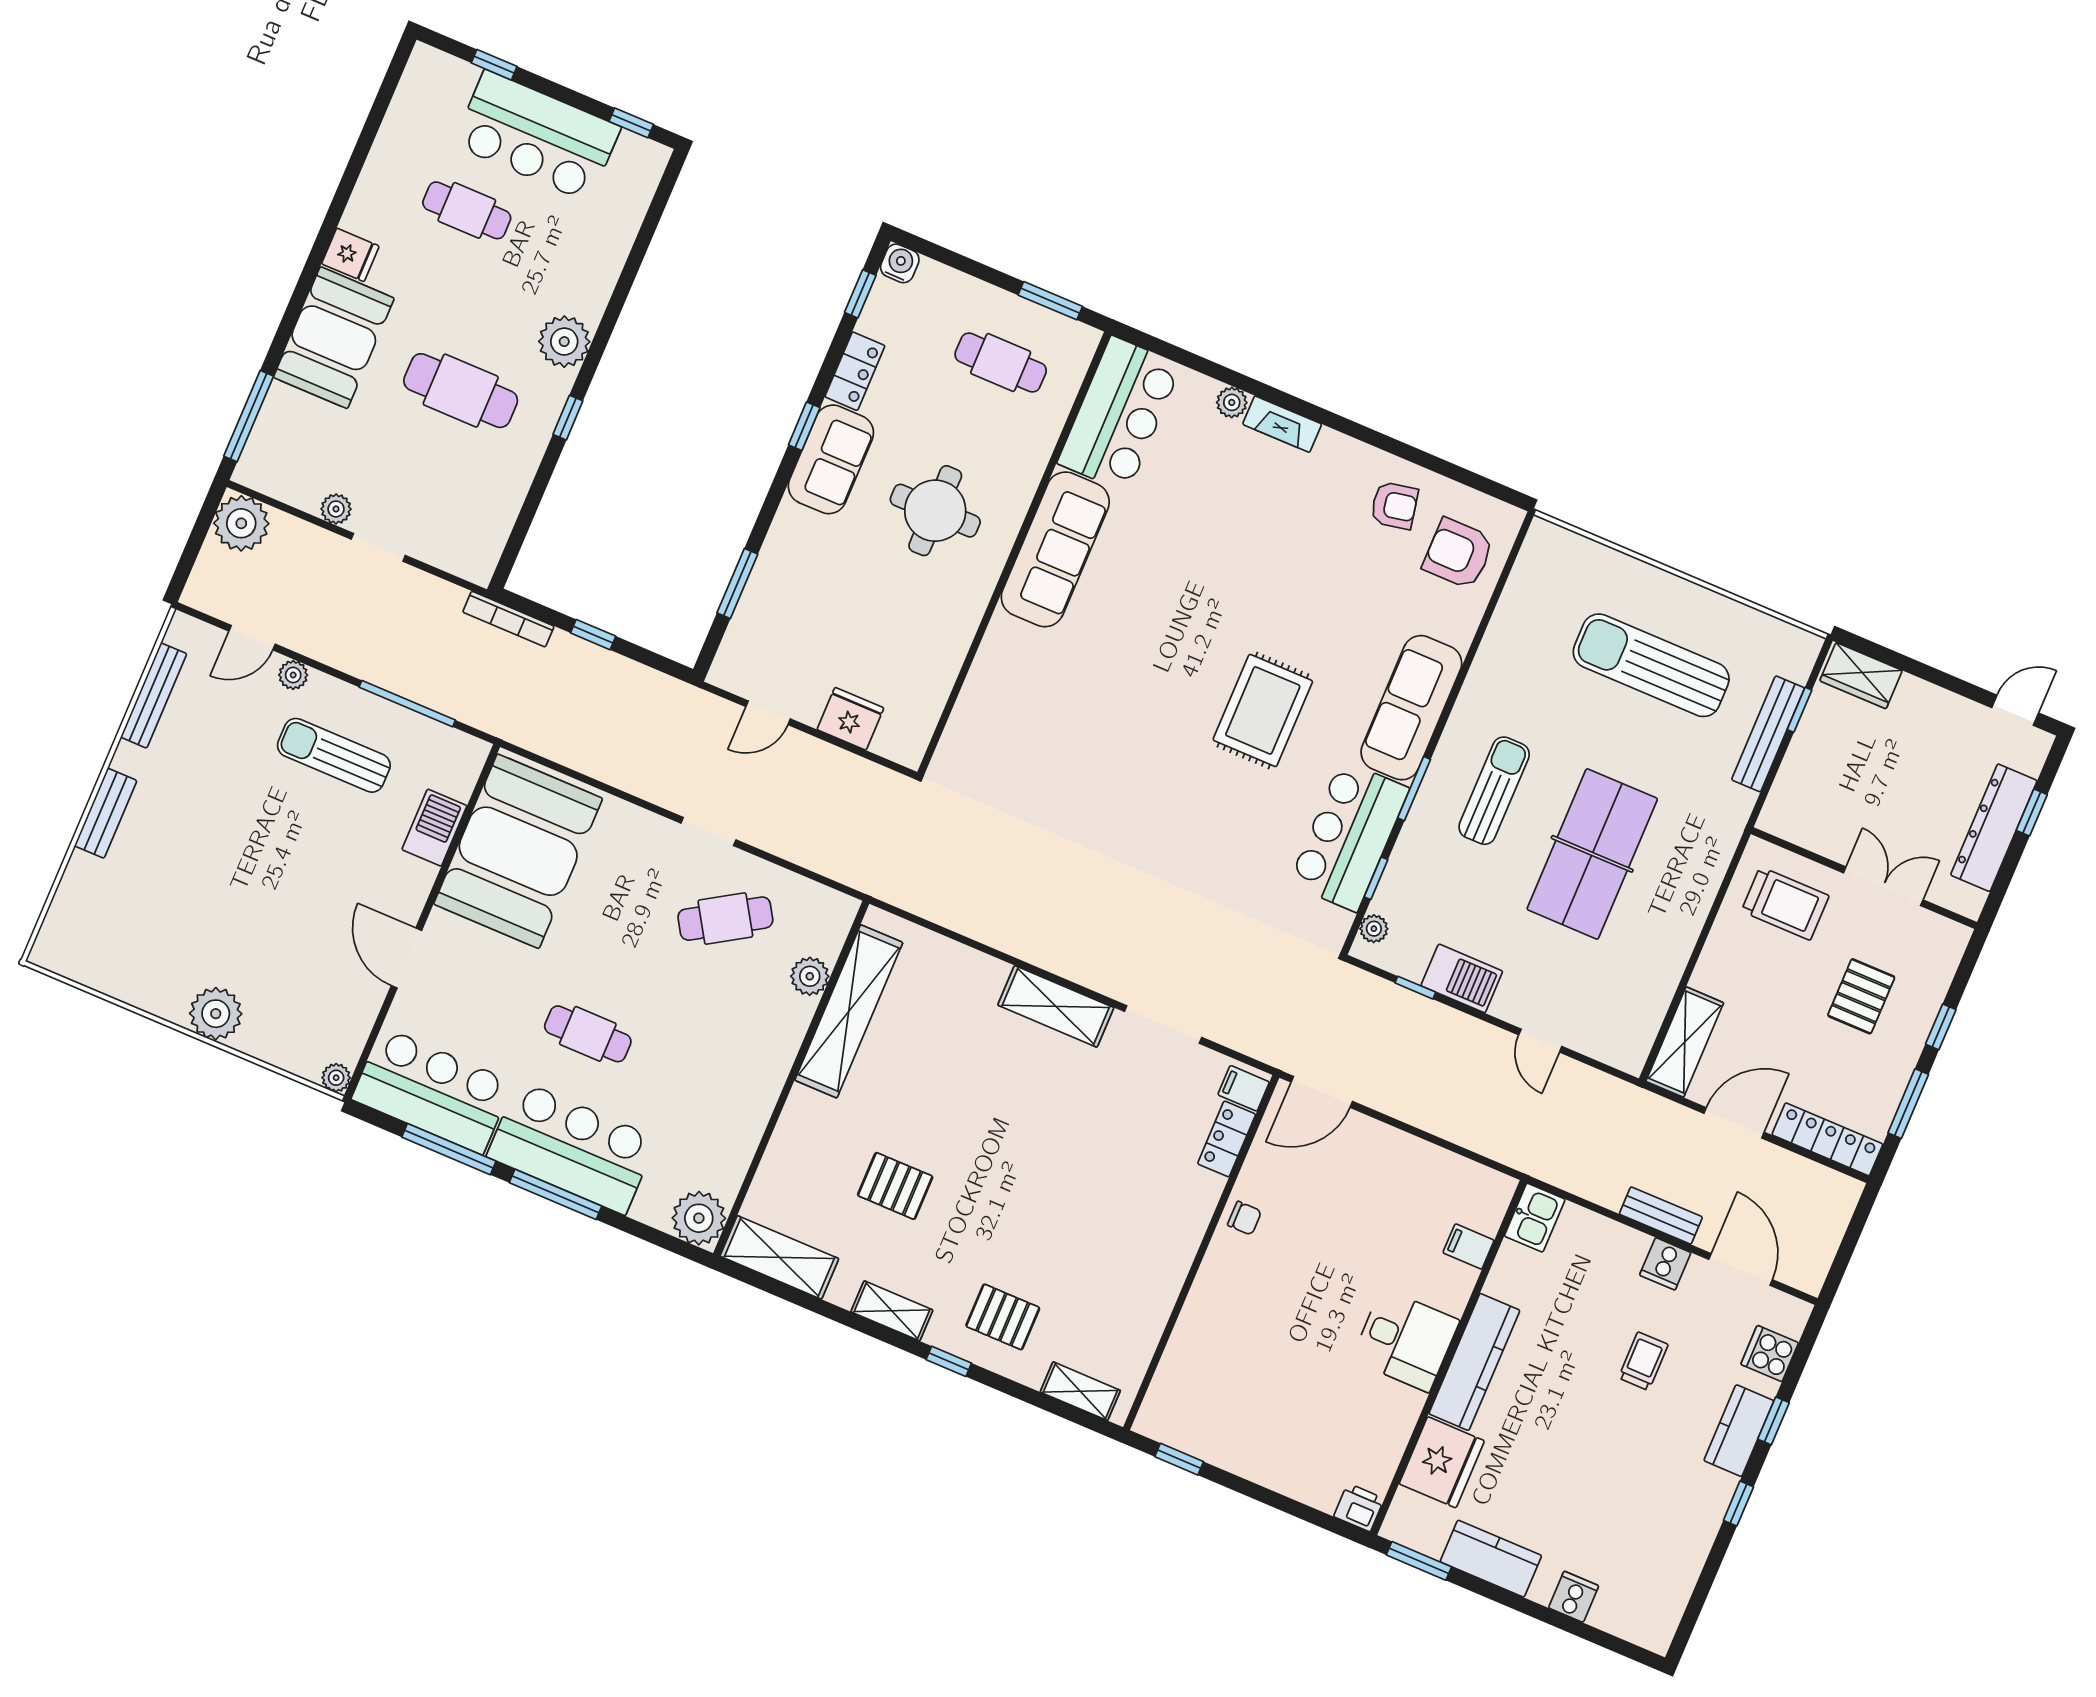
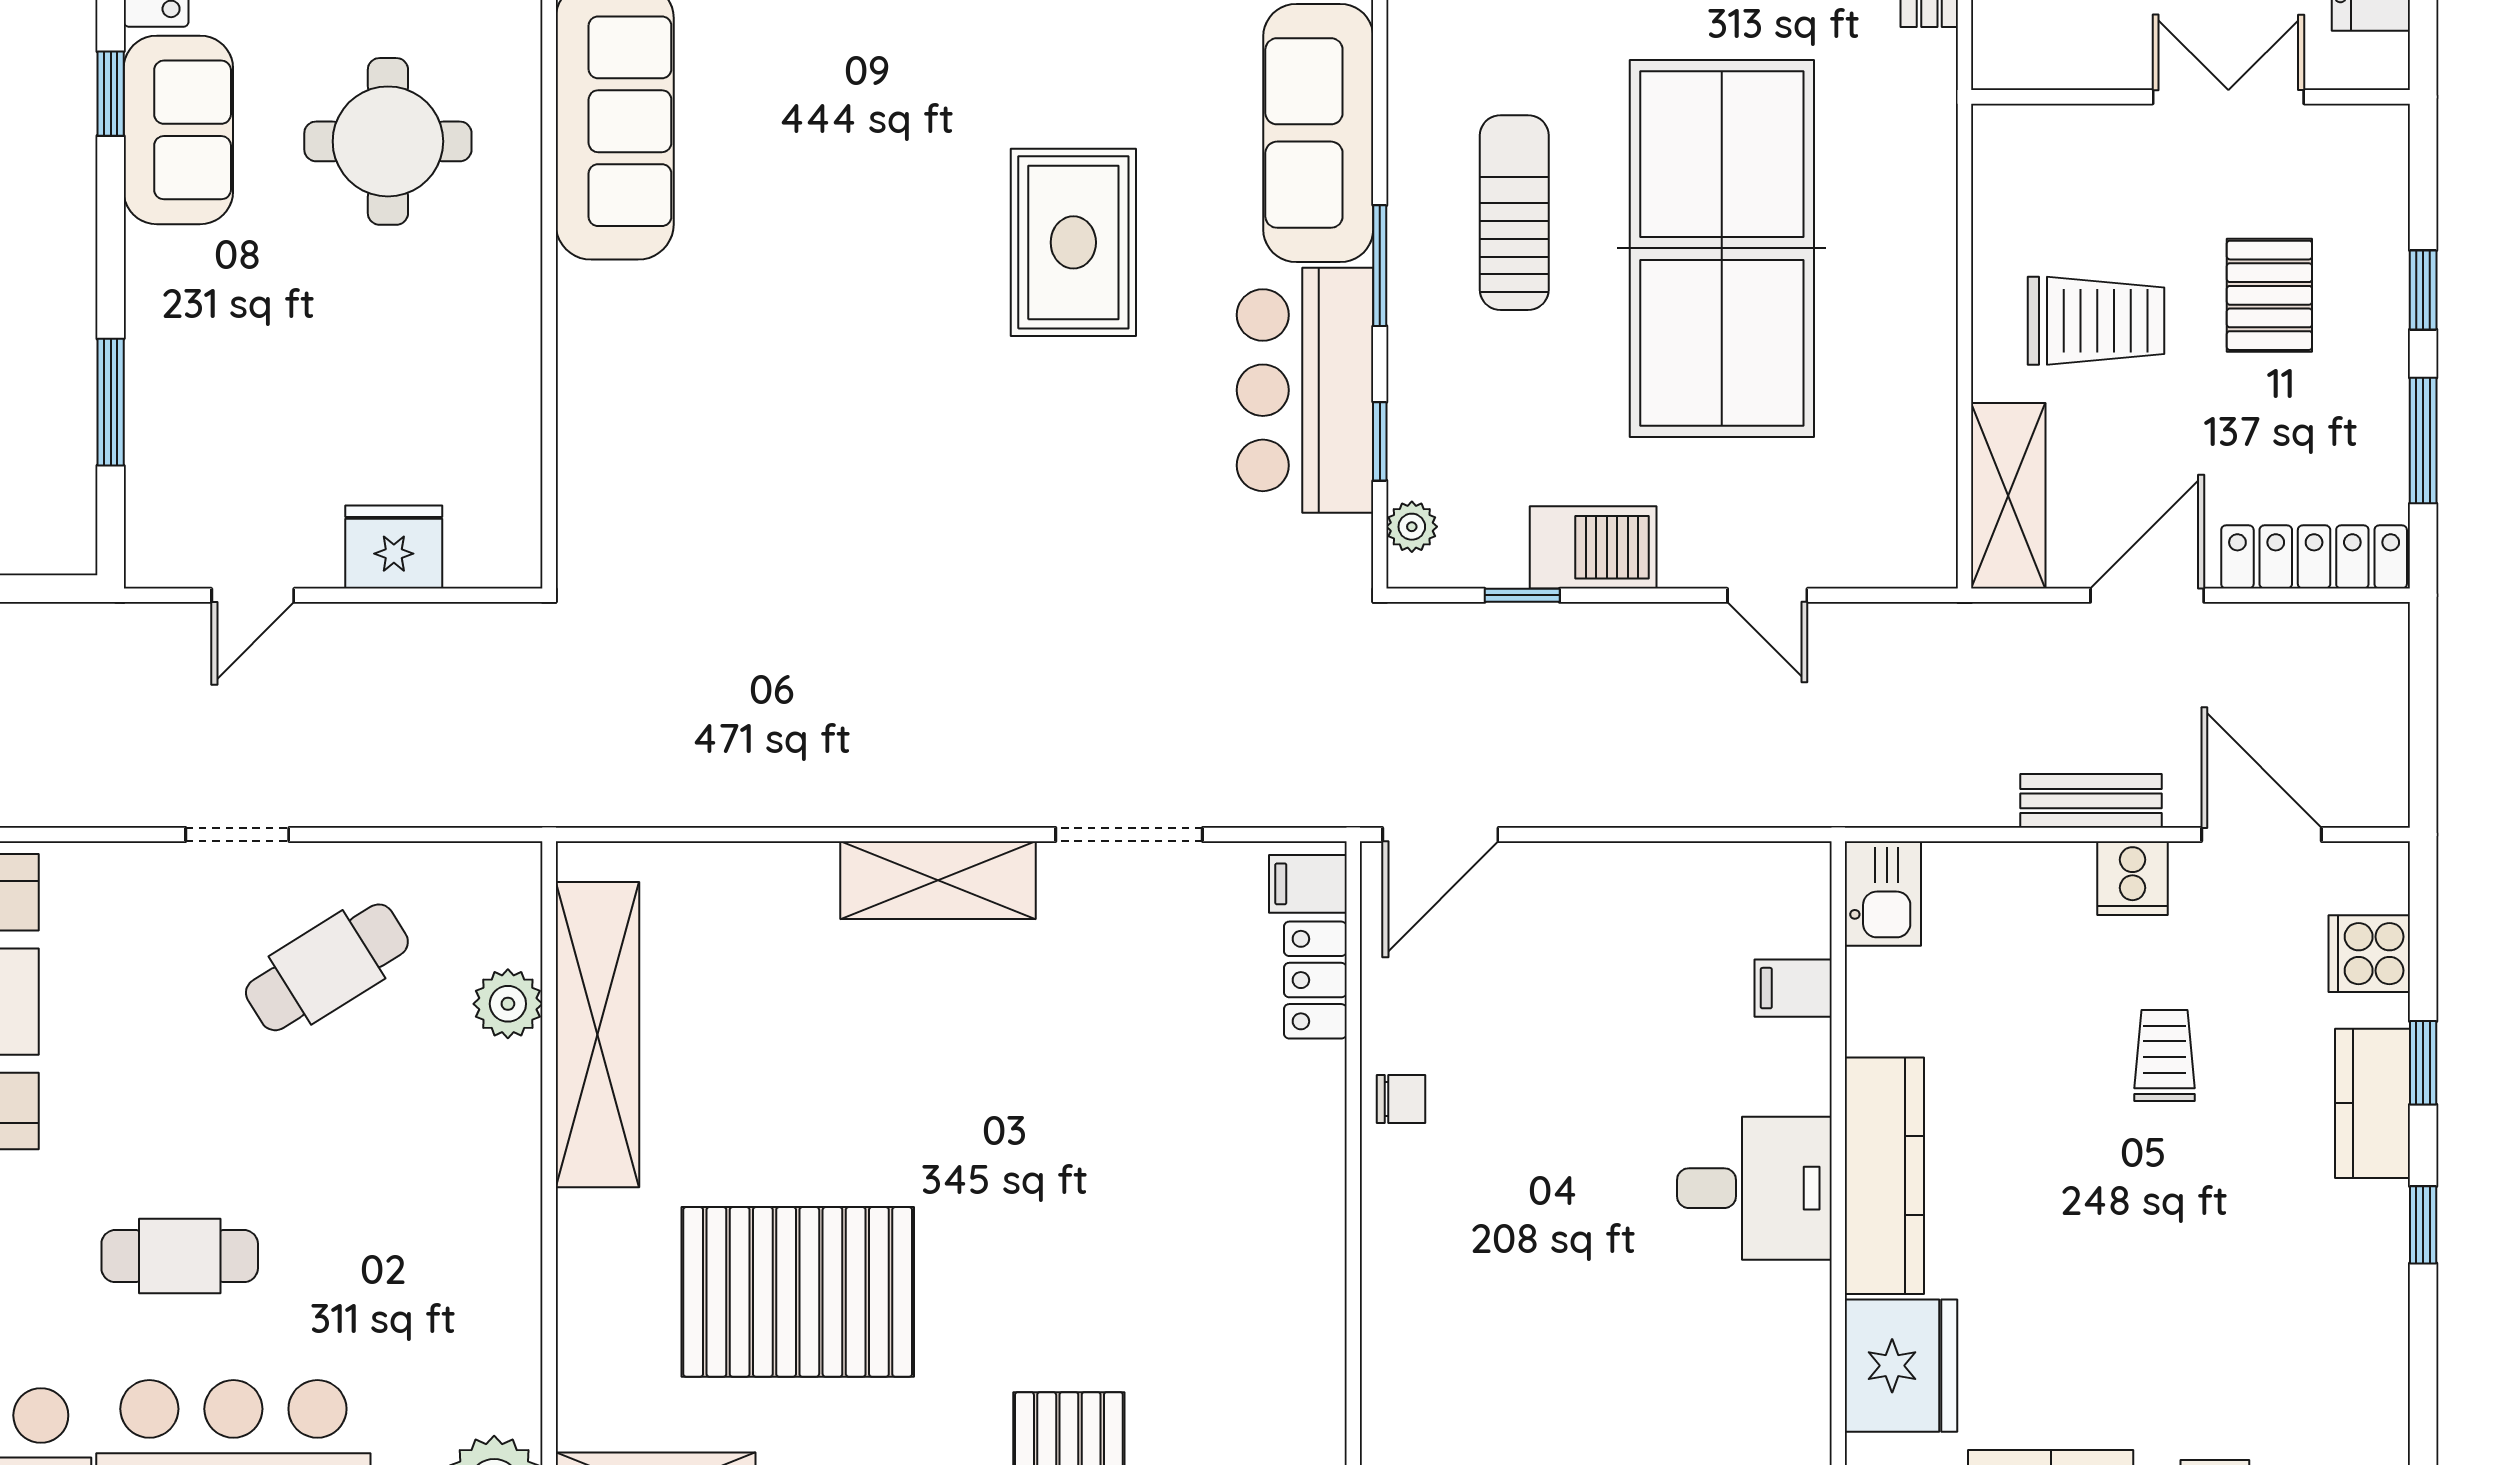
table tennis table: (1592, 854) -> (1722, 248), width x1.36, depth x1.32
trolley: (1785, 903) -> (2096, 321), moved
pallet: (895, 1186) -> (798, 1292), width x2.05, depth x2.00

